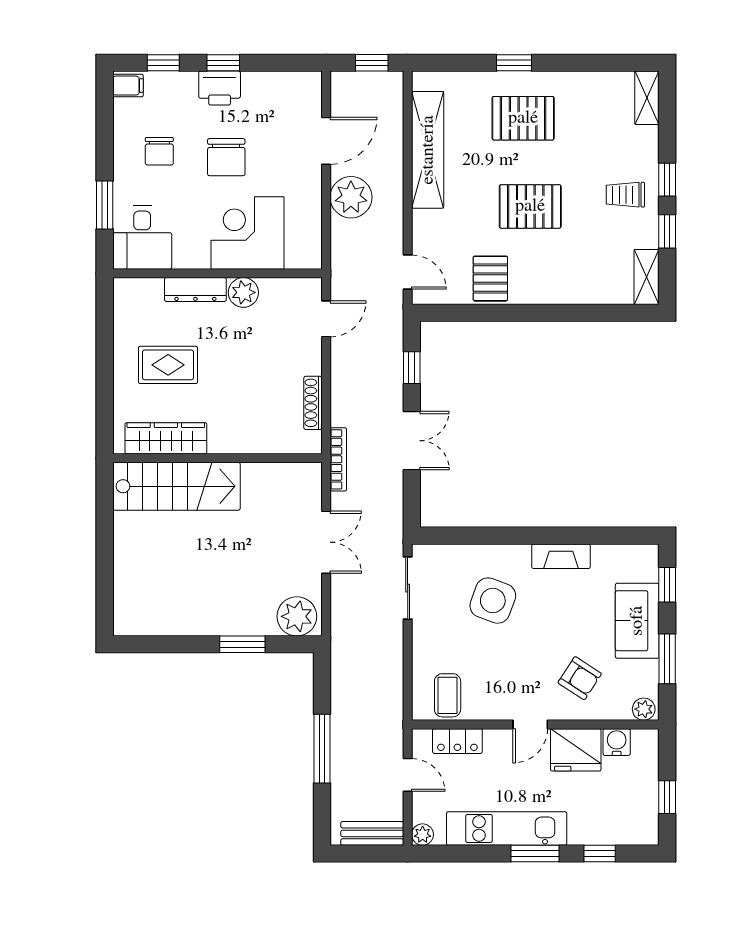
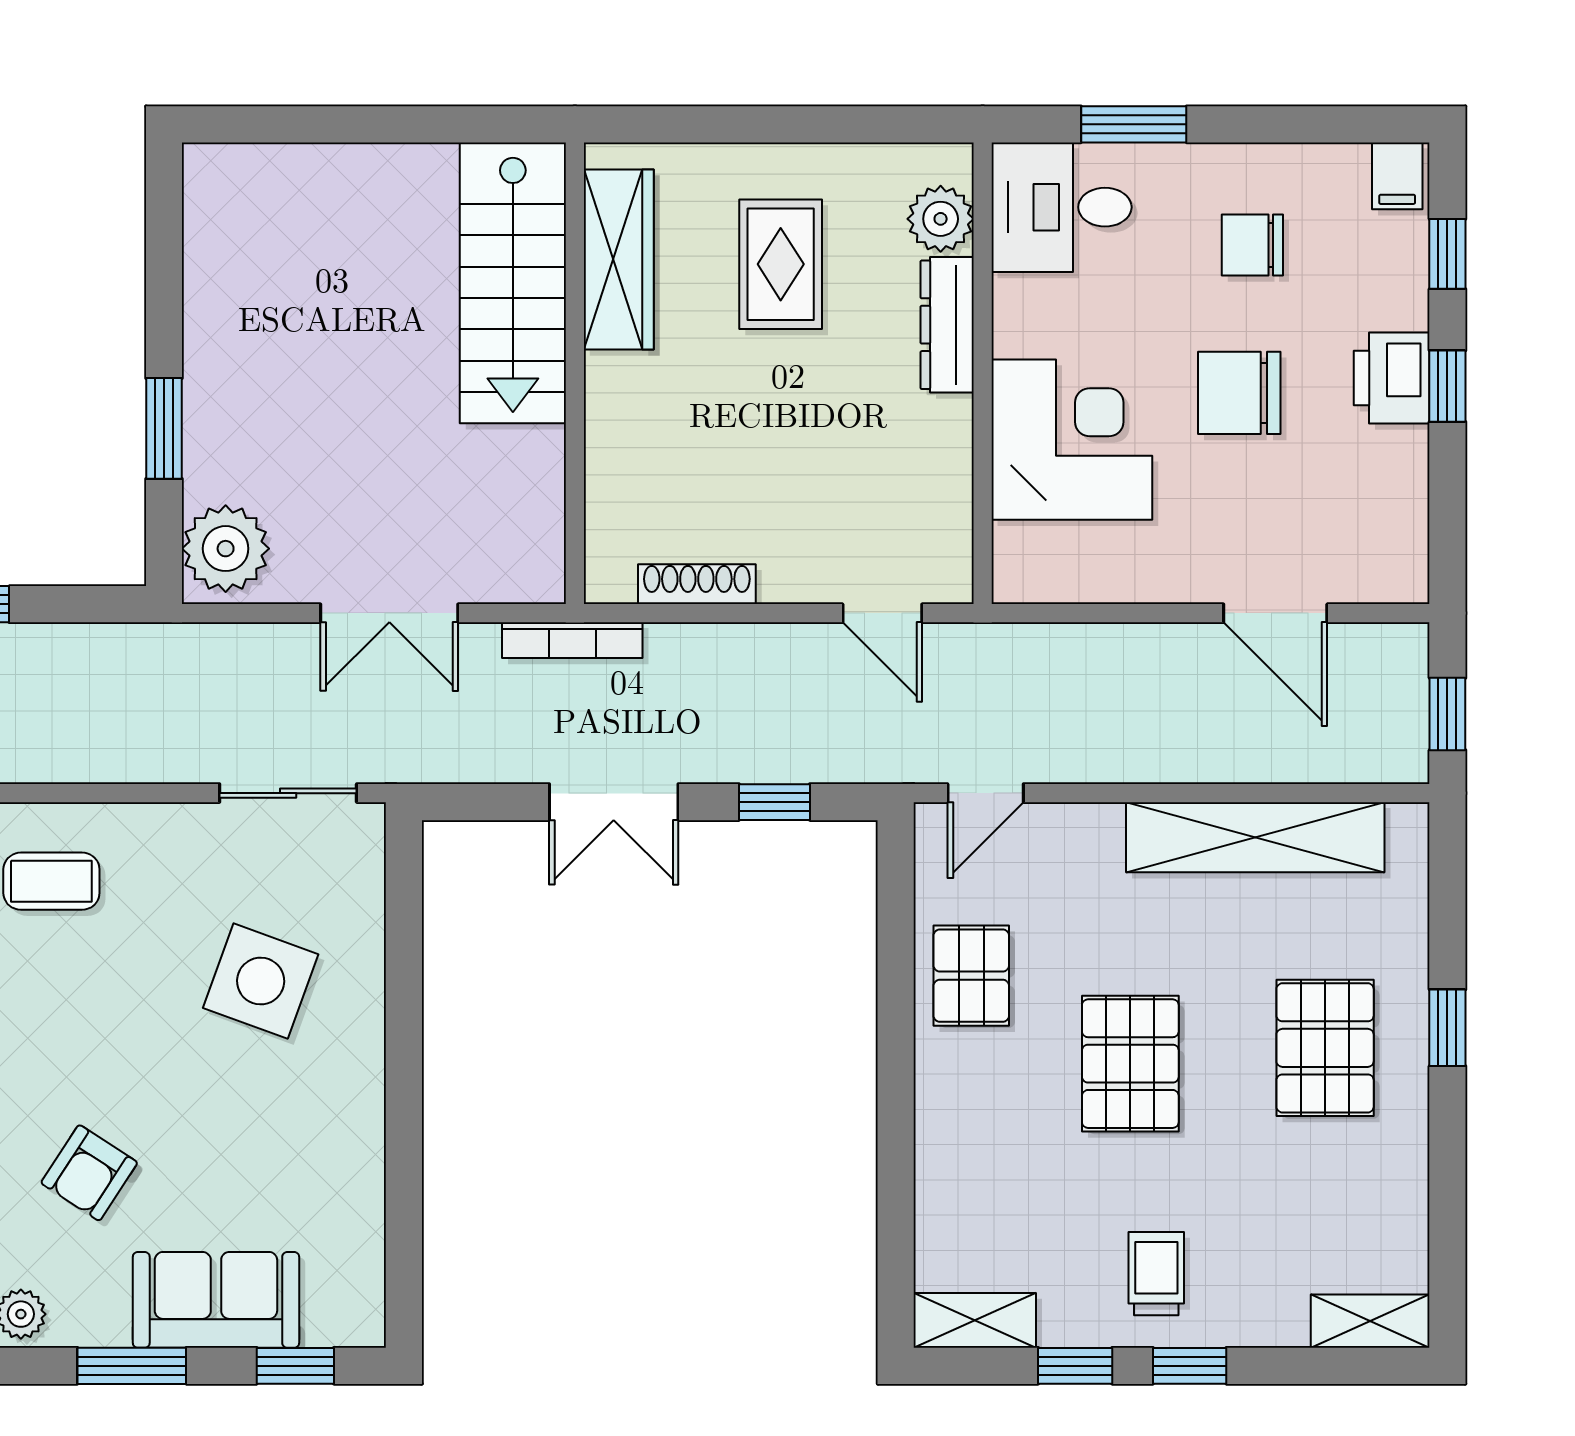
plant: (351, 197) -> (1151, 668), removed
pallet: (490, 279) -> (971, 976), turned 90
plant: (243, 292) -> (941, 219), moved
fireplace: (561, 556) -> (358, 1132), removed

